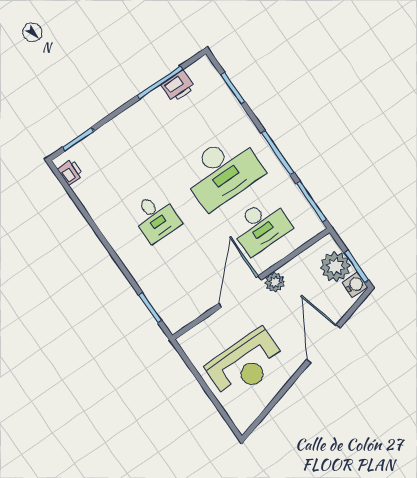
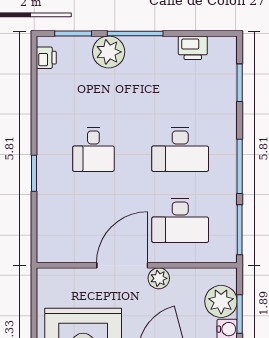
window: (160, 82) -> (135, 34), moved
plant: (115, 134) -> (109, 52), added
desk: (223, 171) -> (180, 149), width x0.73, depth x0.77
window: (150, 308) -> (34, 173), moved

